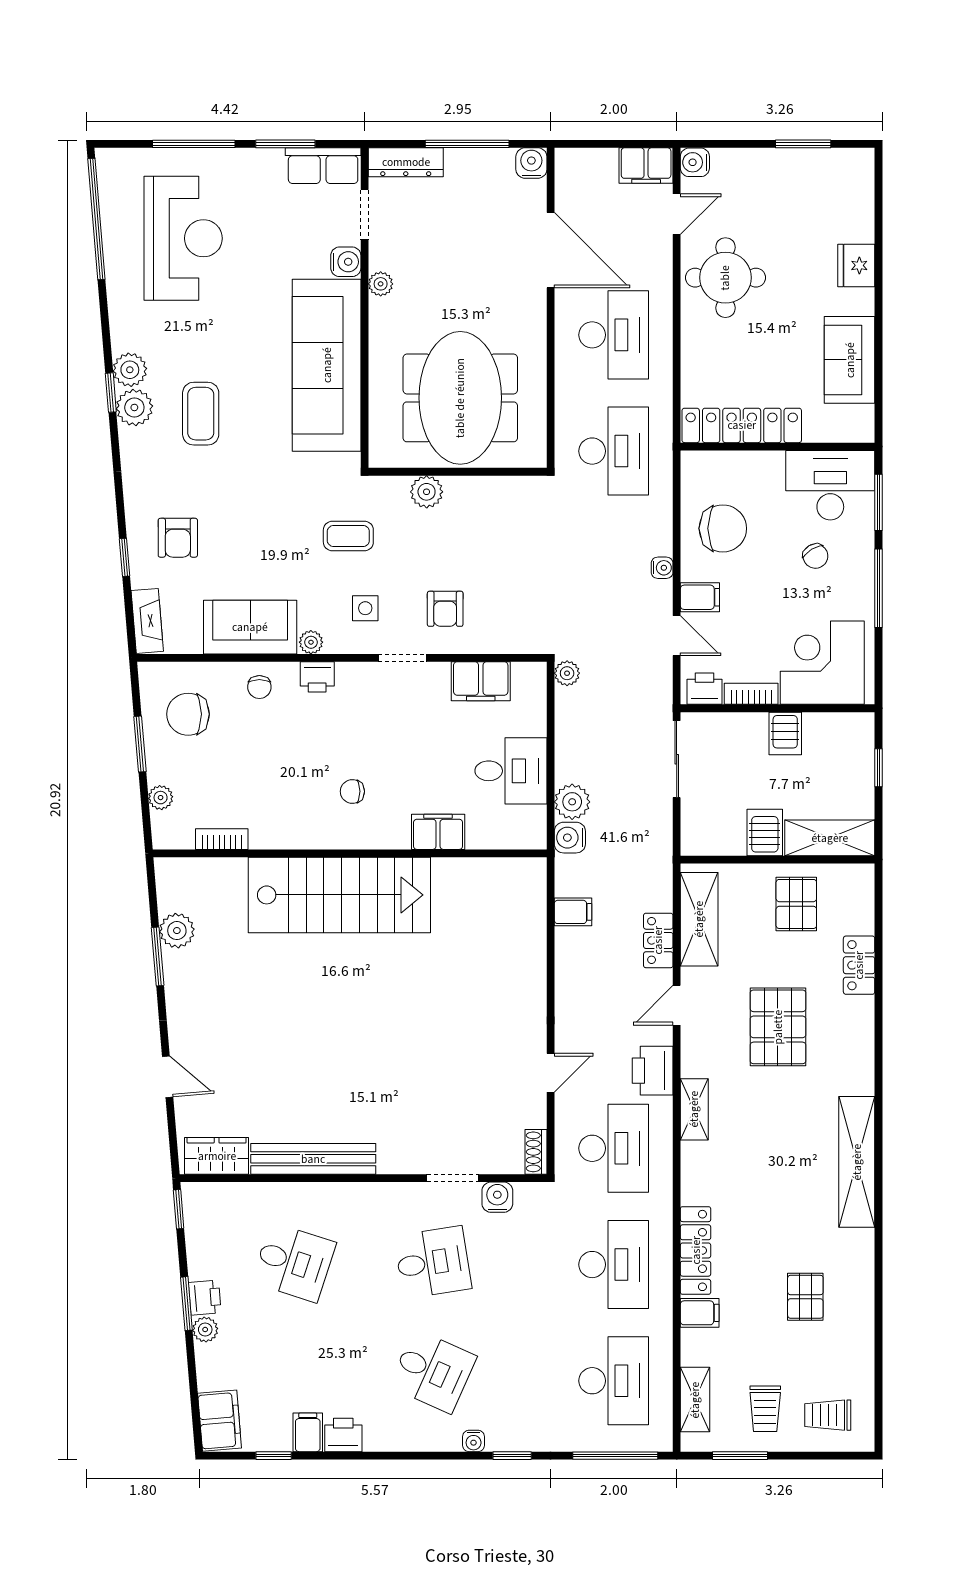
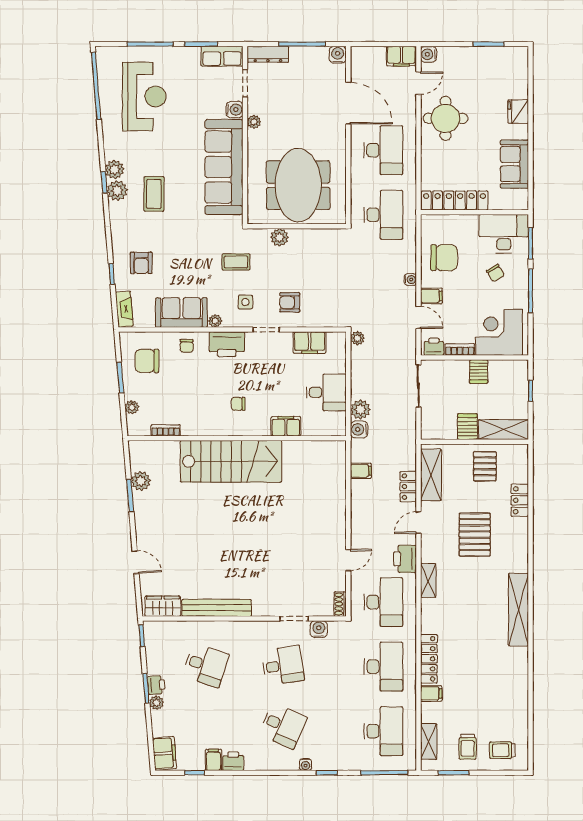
armchair: (445, 609) -> (290, 302), turned 90
printer: (317, 677) -> (227, 344), width x1.87, depth x1.48
pallet: (805, 1297) -> (490, 684), removed

